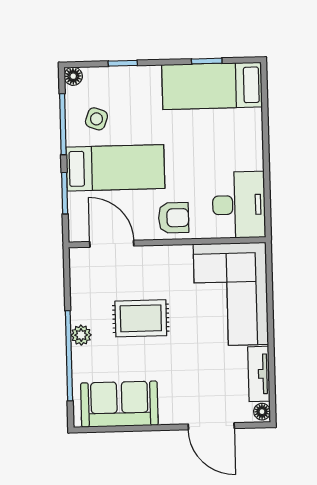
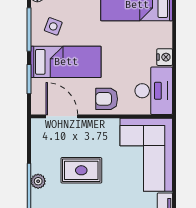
nightstand: (253, 158) -> (165, 57), added
armchair: (174, 218) -> (107, 99), turned 180

